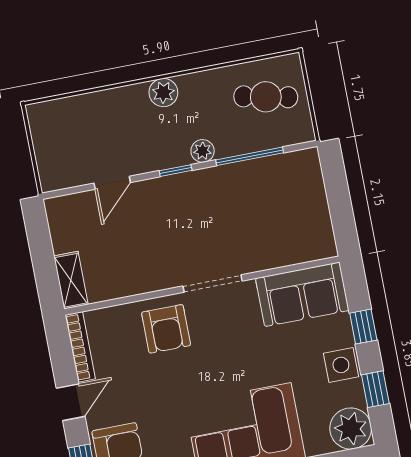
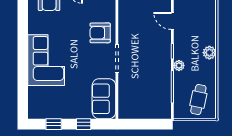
side table: (341, 365) -> (68, 110), removed
plant: (351, 429) -> (38, 109), removed

